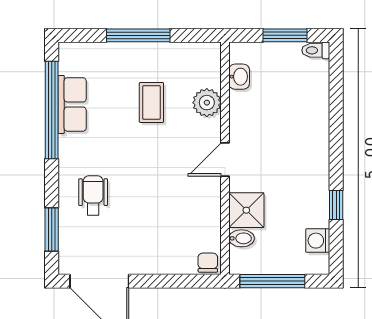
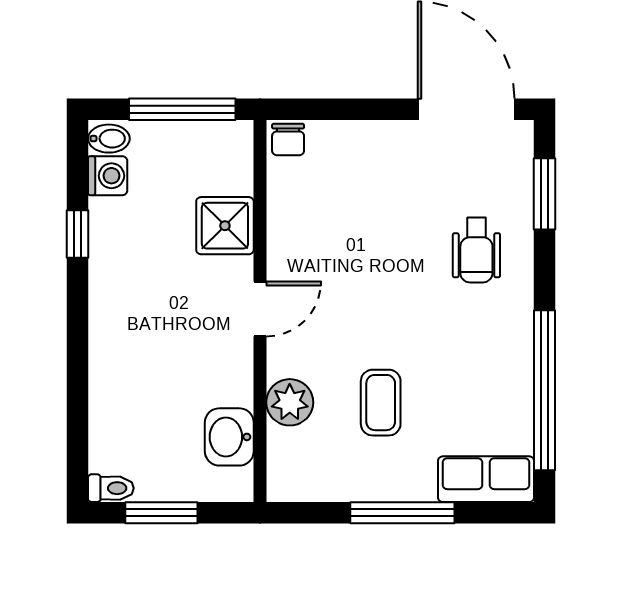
washbasin: (239, 77) -> (229, 437), width x1.38, depth x1.45
row of seats: (72, 104) -> (486, 479), moved, turned 90
bidet: (241, 238) -> (109, 139), moved, turned 180

